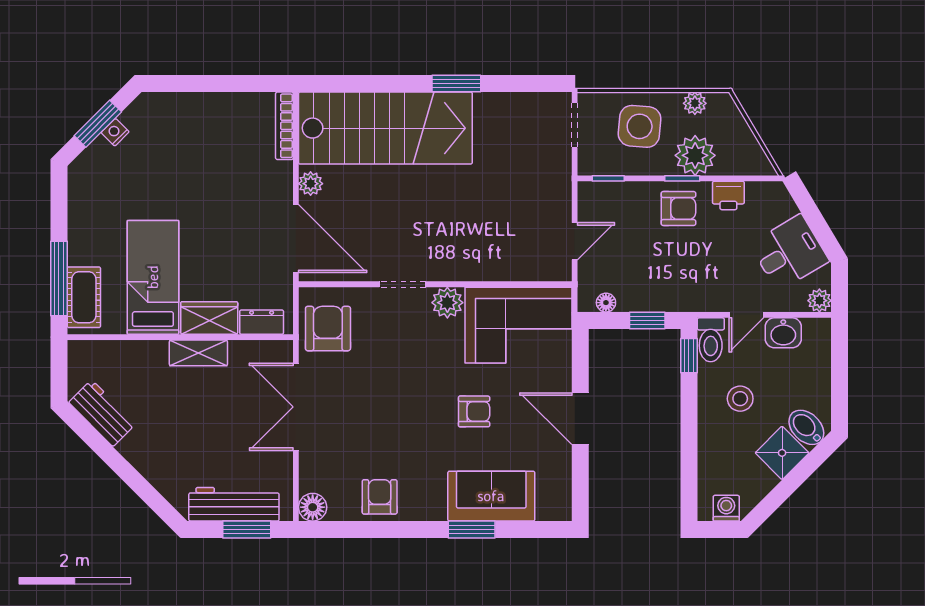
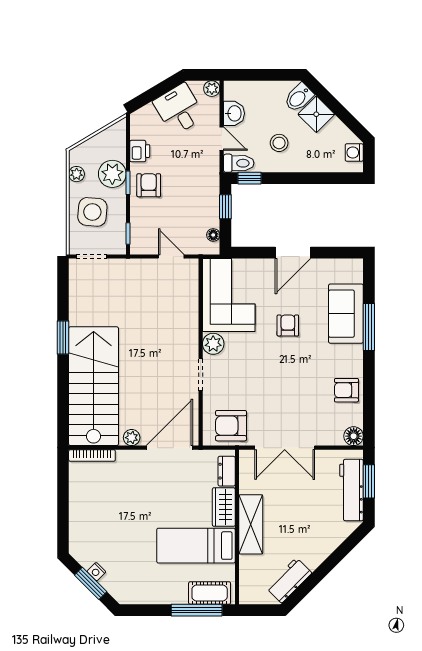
shelving: (198, 353) -> (251, 524), width x1.50, depth x1.33
window: (472, 530) -> (369, 327), width x1.44

